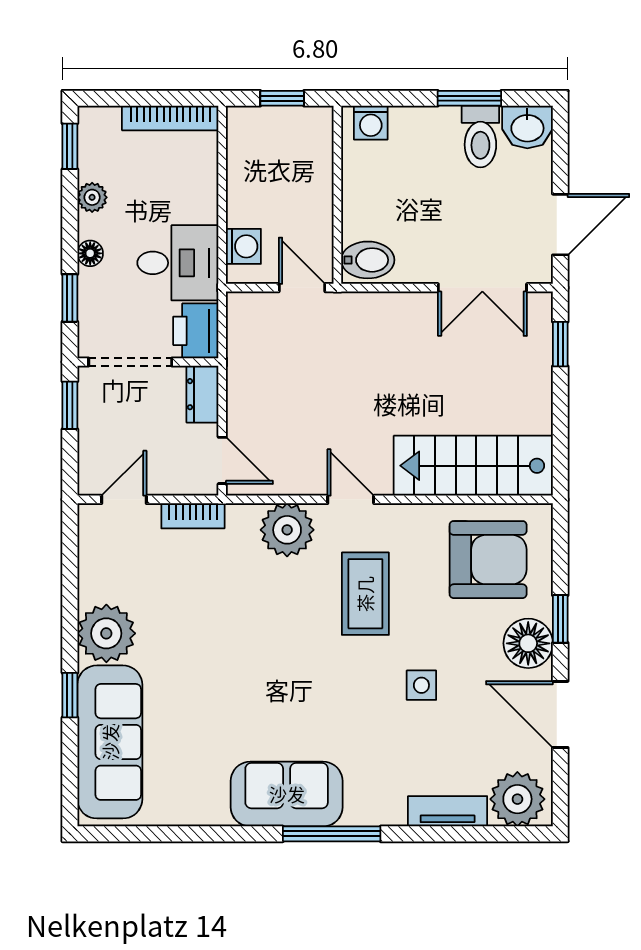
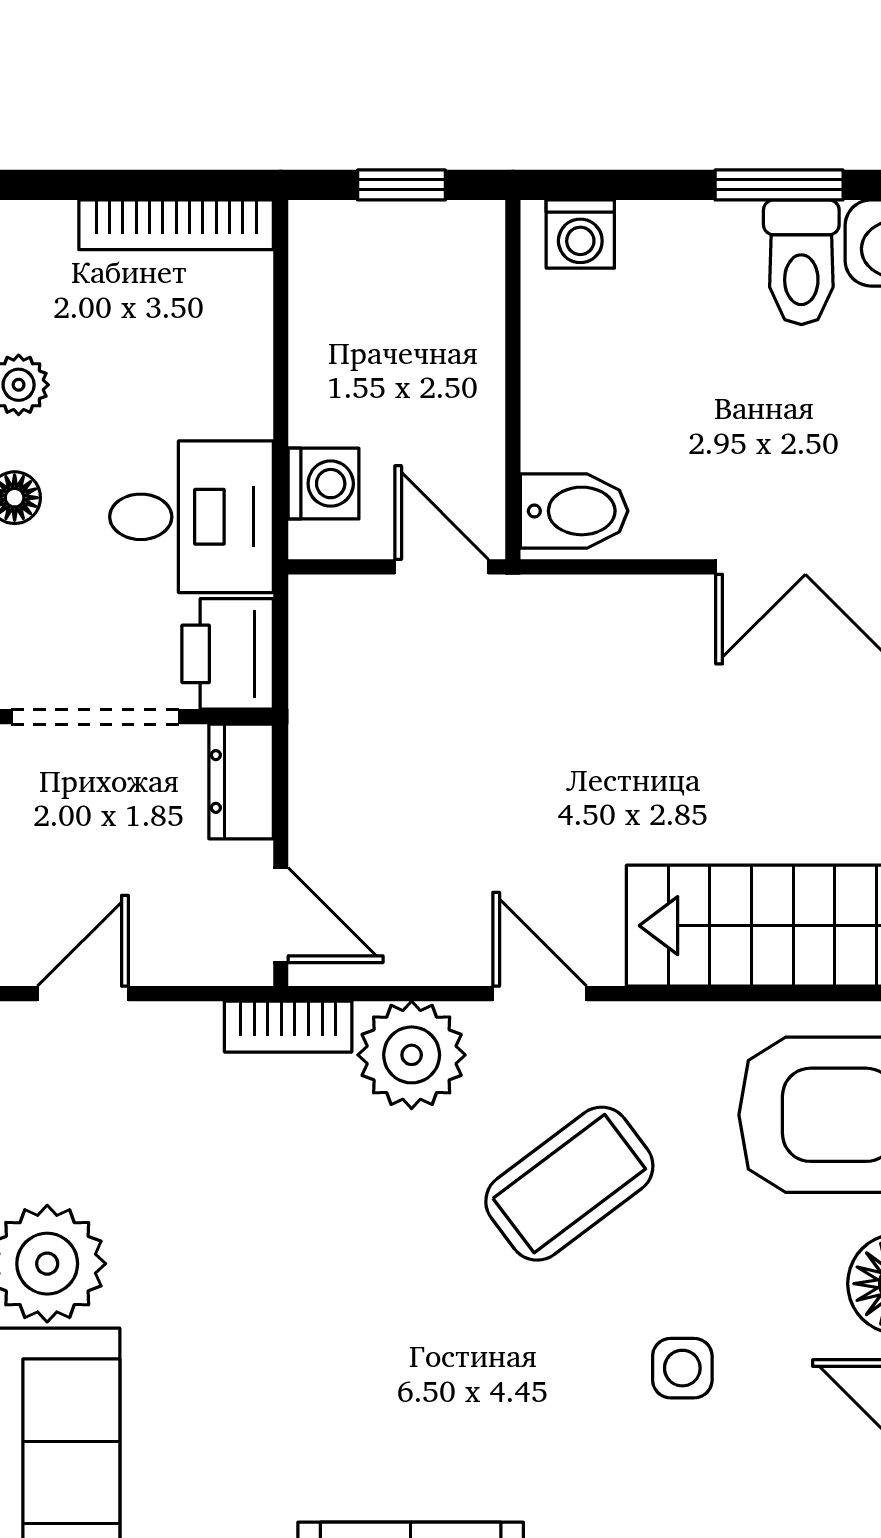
bookcase: (193, 516) -> (288, 1027), moved
coffee table: (365, 594) -> (569, 1184), turned 53

